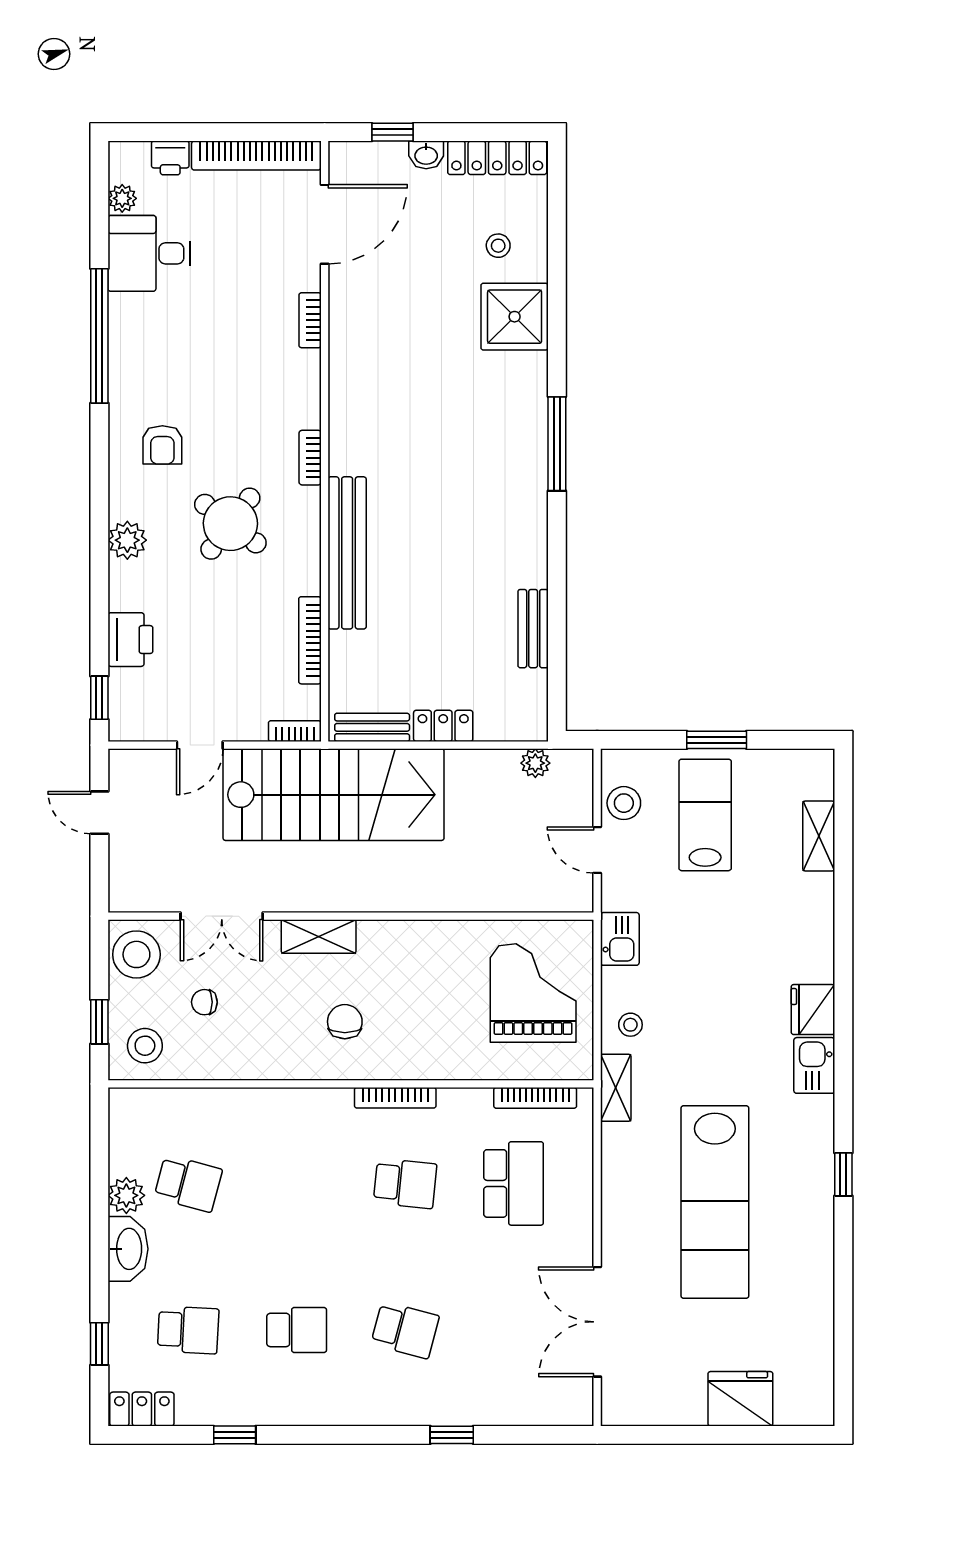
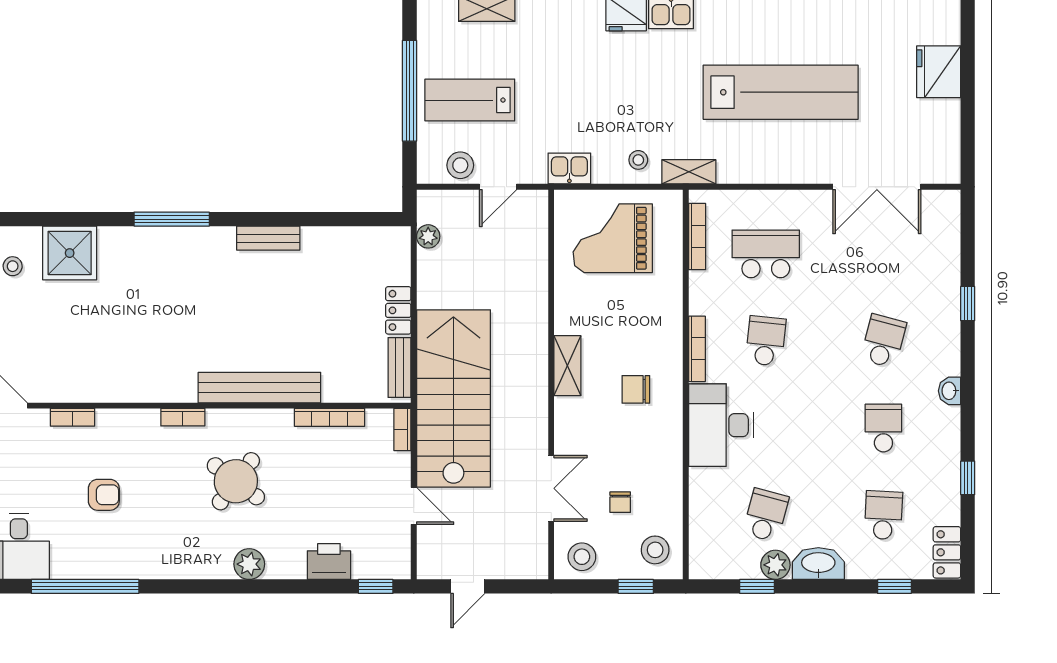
armchair: (162, 445) -> (104, 495), moved
bench: (533, 629) -> (268, 238), moved
window: (717, 740) -> (410, 91), width x2.11
shelving: (319, 936) -> (567, 366), moved
stool: (136, 954) -> (582, 557), width x0.73, depth x0.73
desk: (300, 1128) -> (721, 425), added
window: (99, 1173) -> (757, 586), added
washbasin: (343, 1412) -> (950, 391), added

